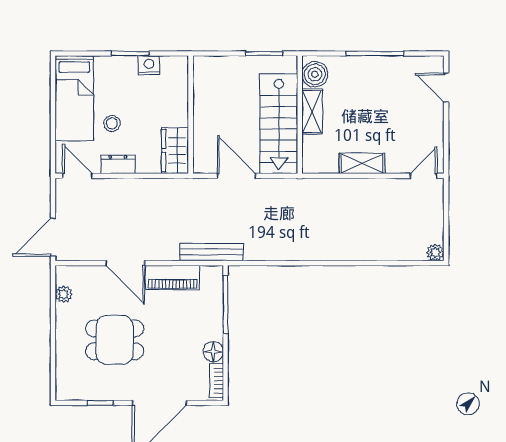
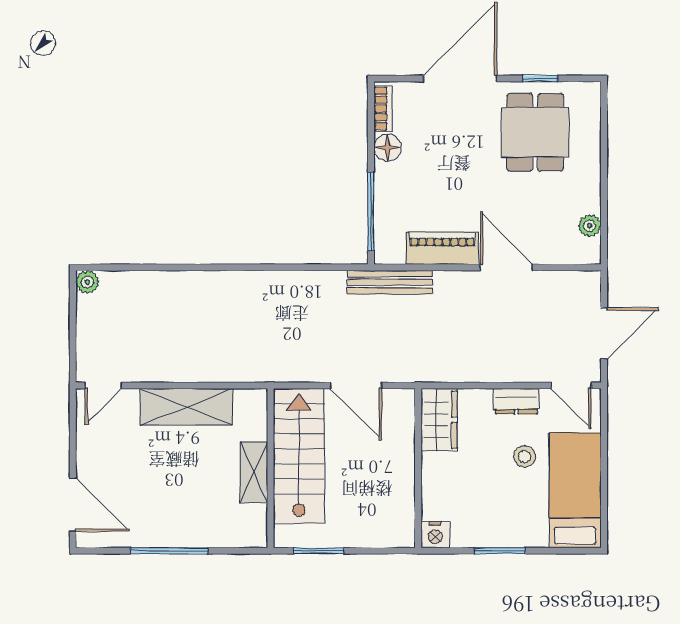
nightstand: (149, 65) -> (435, 535), moved
boiler: (315, 74) -> (250, 523), removed
door: (446, 88) -> (73, 505), width x1.38
shelving: (362, 163) -> (186, 407), width x1.50, depth x1.33
door: (53, 237) -> (604, 333), moved
dining table: (115, 340) -> (535, 132), moved, turned 90

